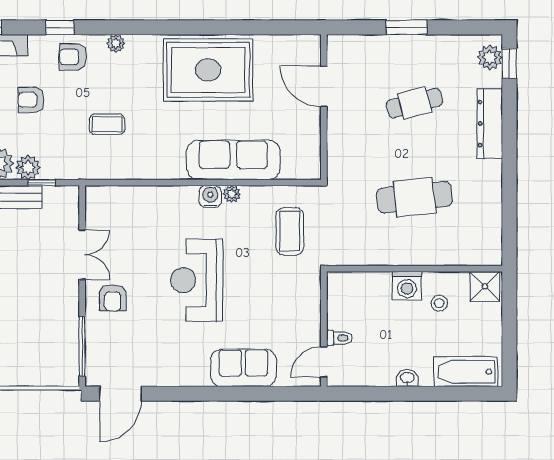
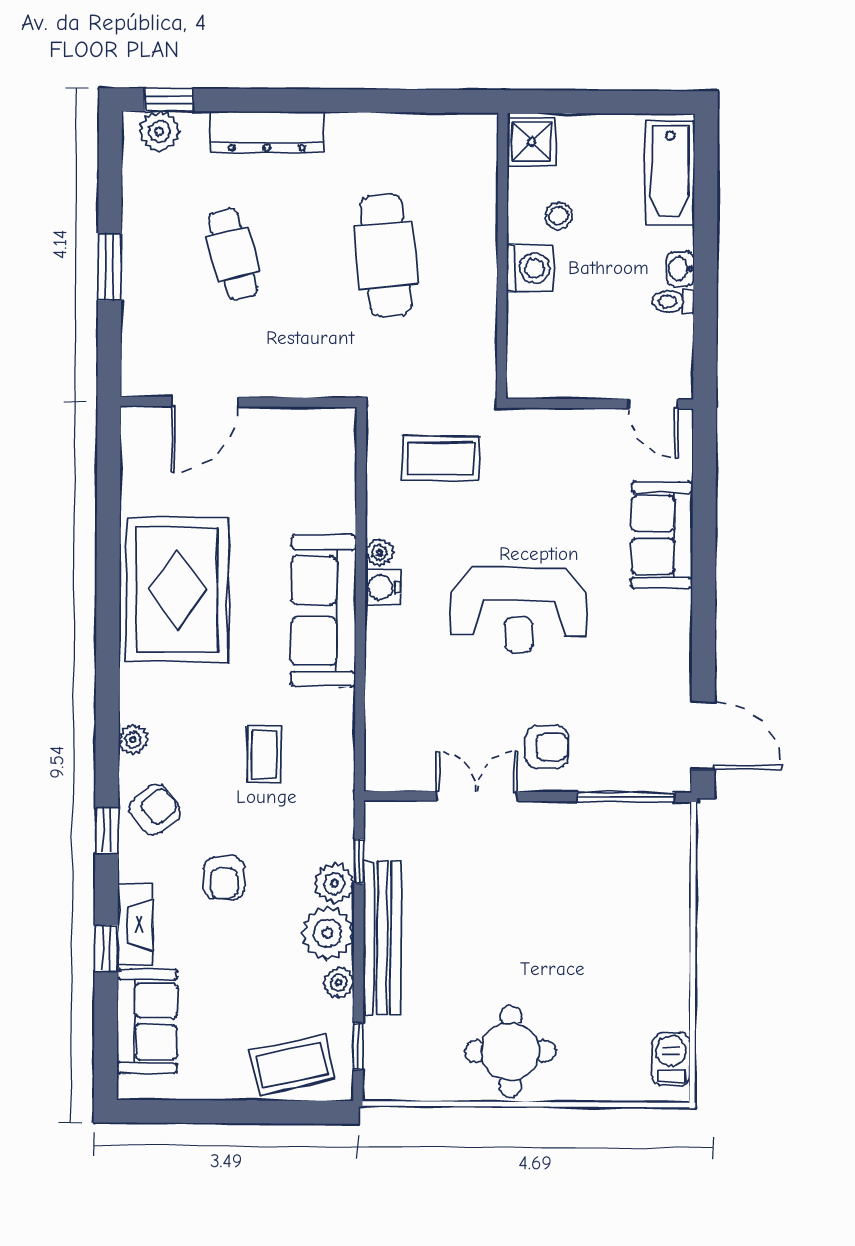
armchair: (73, 57) -> (155, 810), turned -129
sofa: (233, 160) -> (324, 611), moved
toilet: (339, 338) -> (673, 302), moved, turned -90

